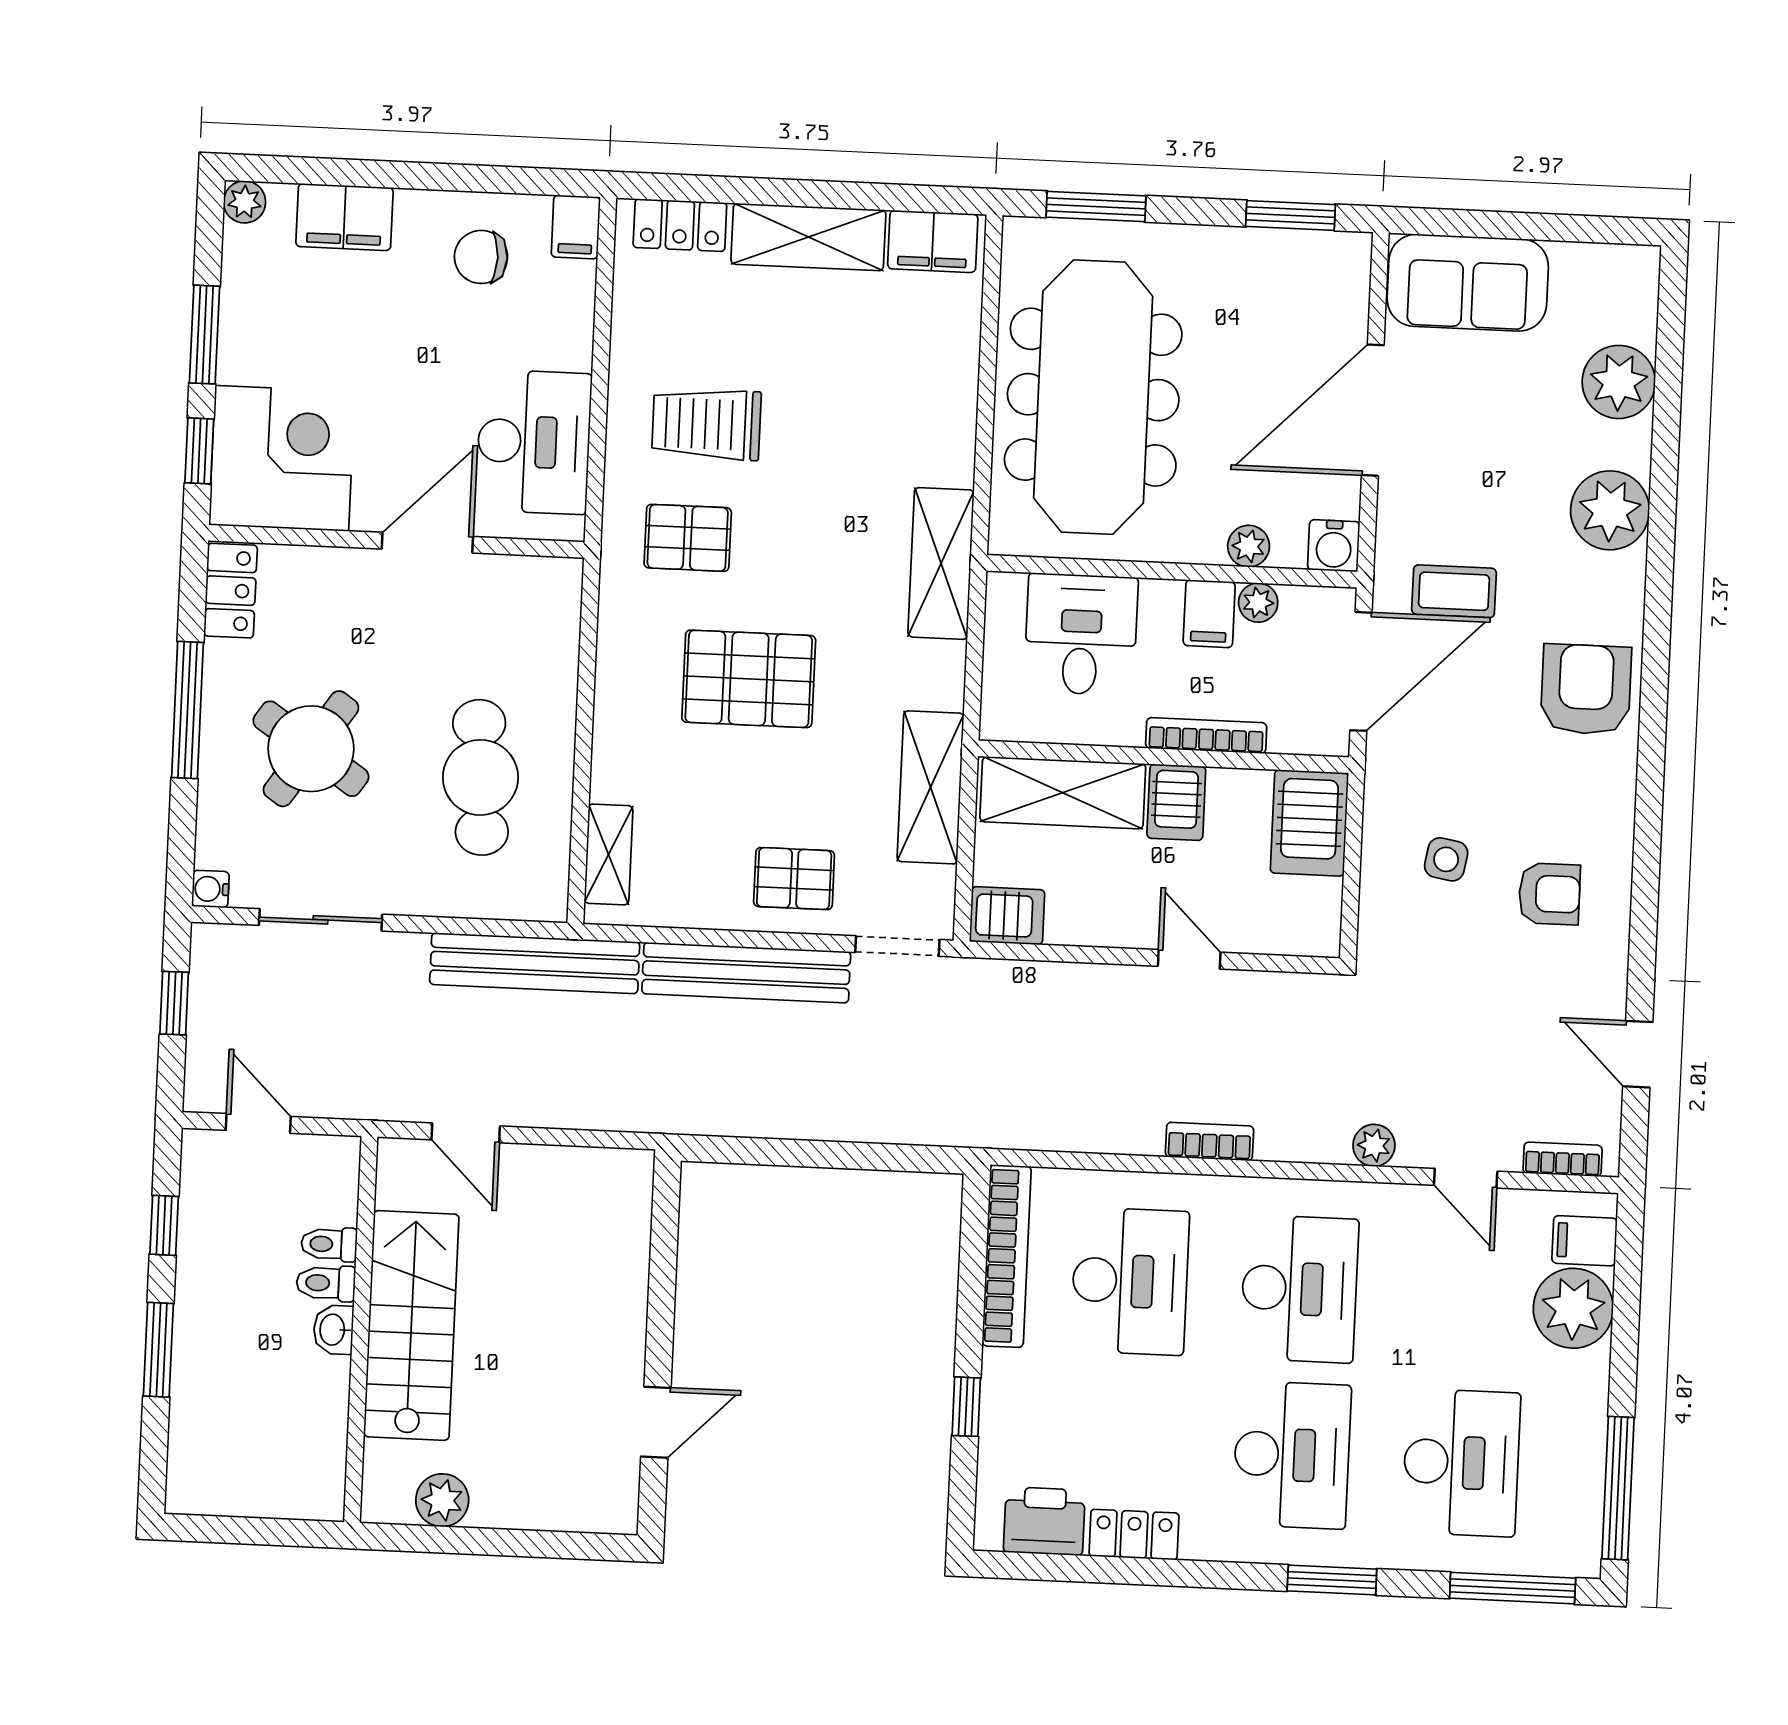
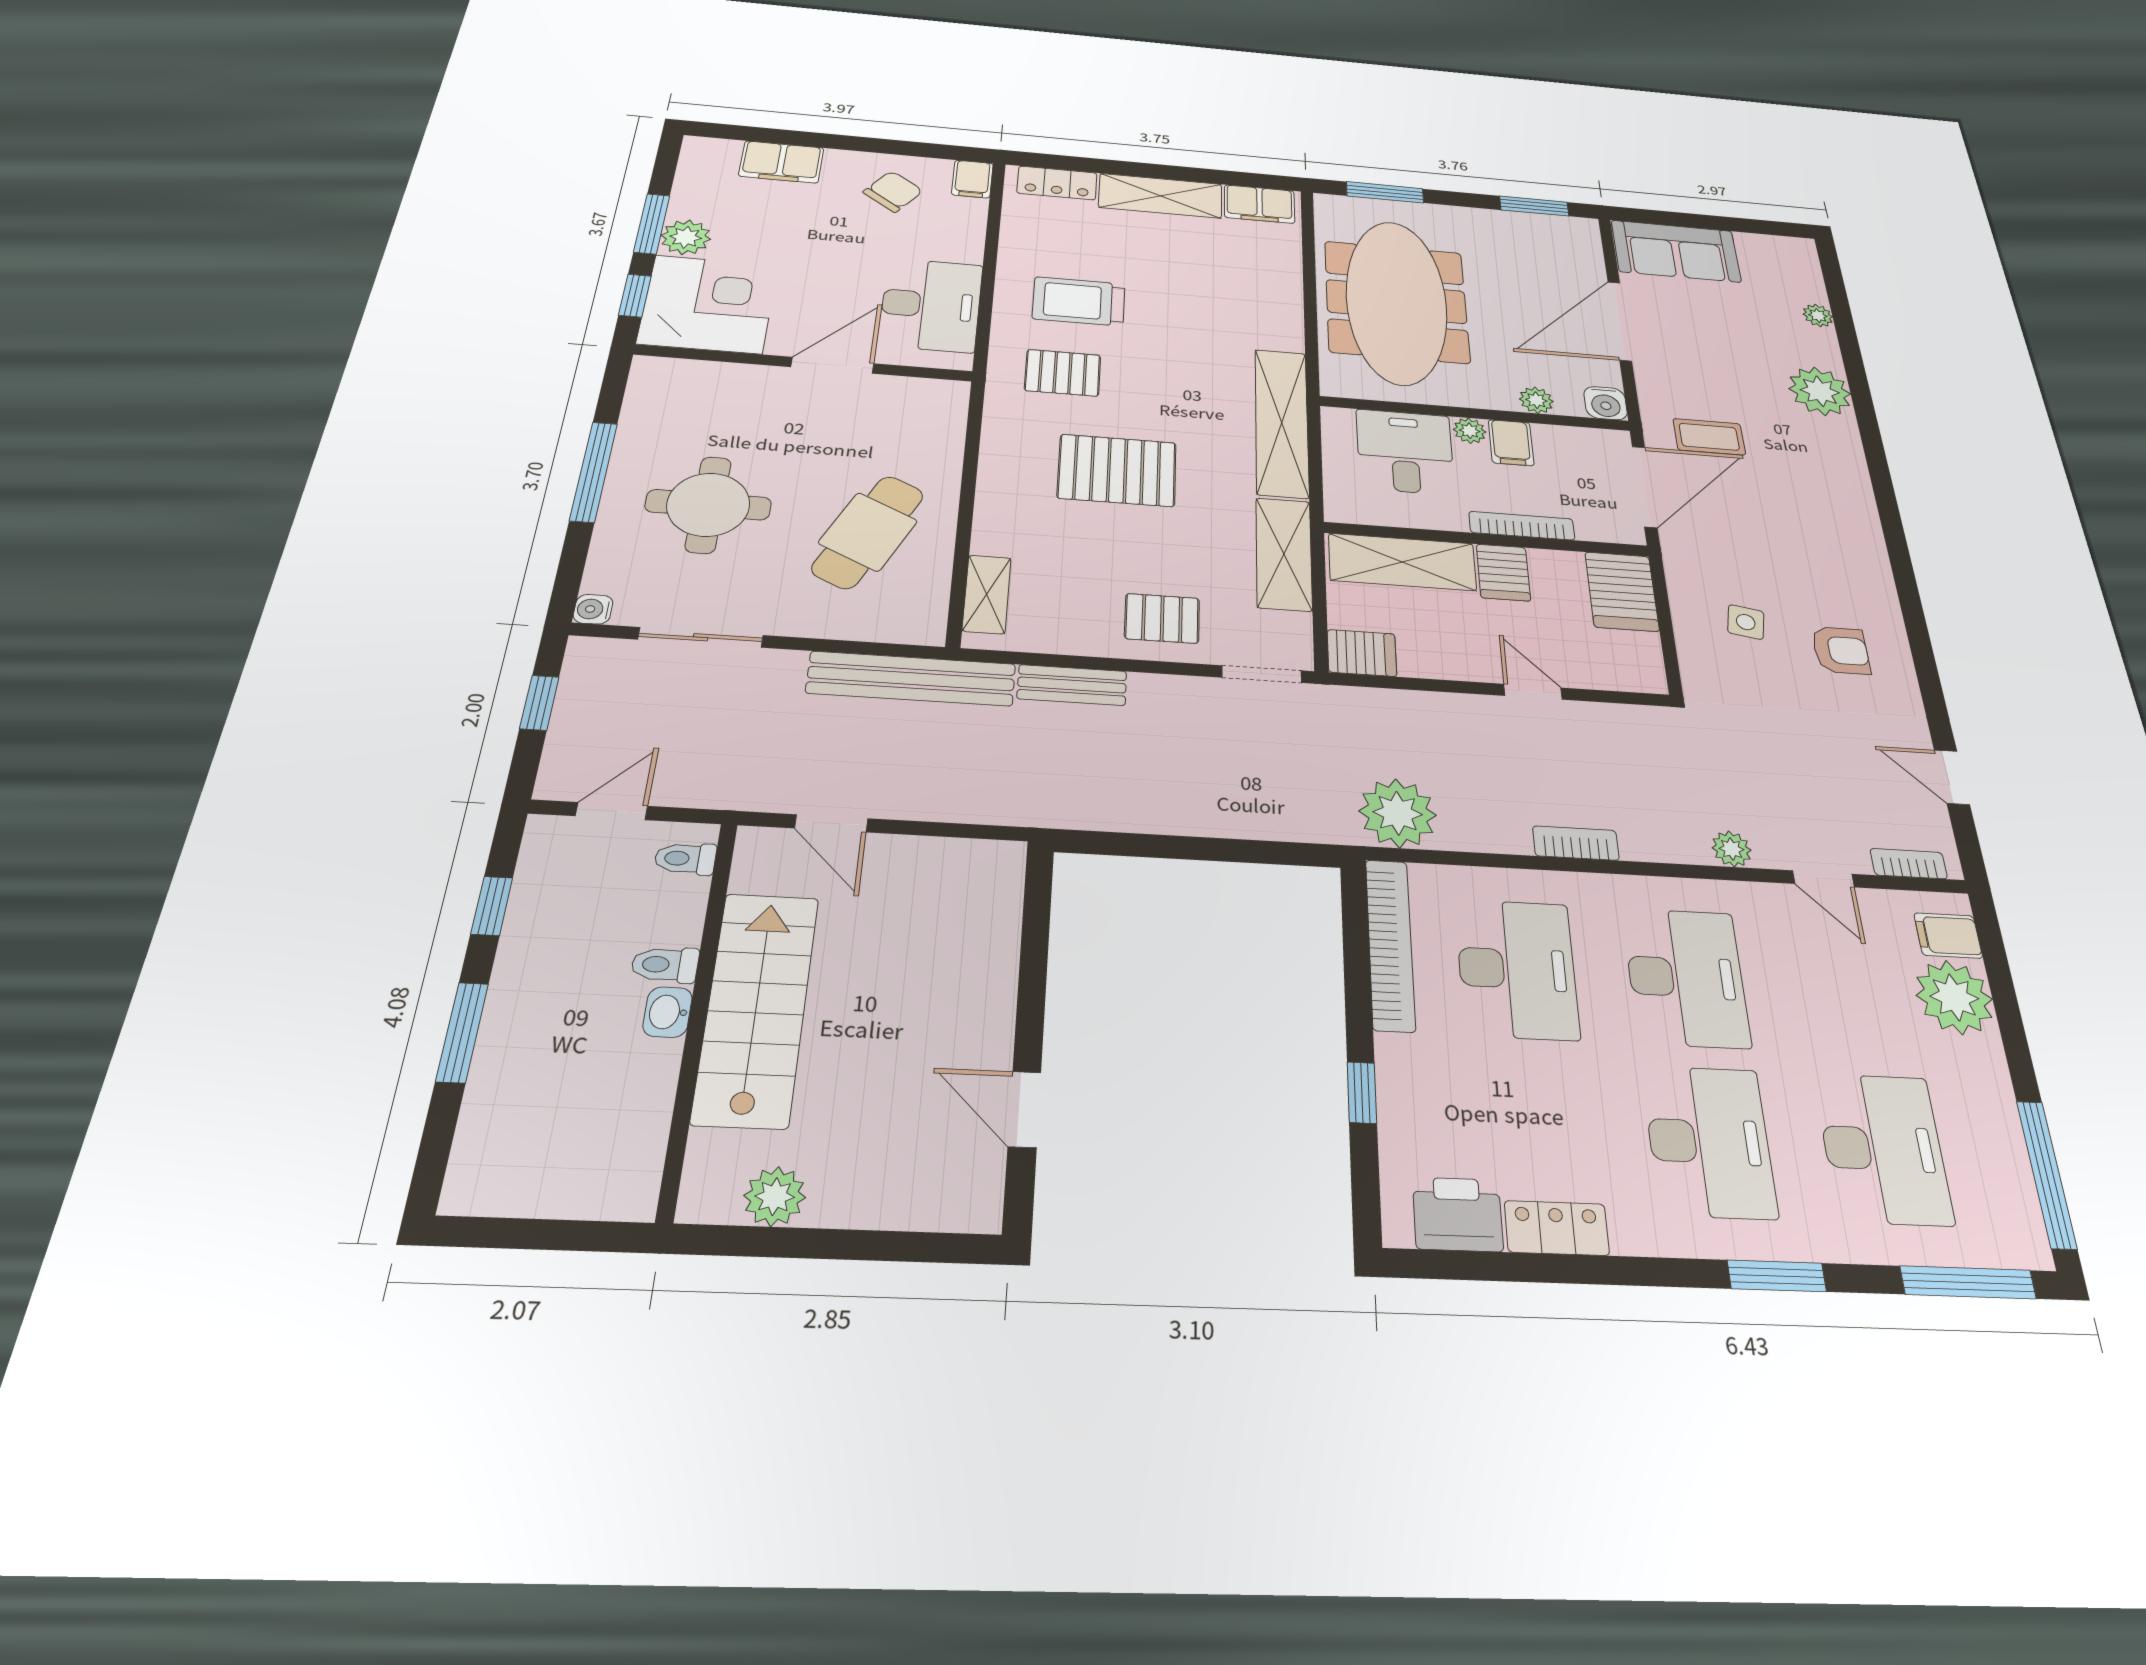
plant: (245, 202) -> (686, 237), moved, width x1.38, depth x1.38
chair: (481, 257) -> (893, 191), turned 126
plant: (1619, 382) -> (1818, 316), width x0.53, depth x0.53
shelving: (941, 563) -> (1282, 422), width x1.47
locker: (231, 591) -> (648, 389), removed
plant: (1258, 603) -> (1470, 431), moved
armchair: (1586, 689) -> (1833, 506), removed
round table: (311, 749) -> (708, 505), turned -34
cafe table: (480, 777) -> (868, 532), turned 30
bench: (746, 973) -> (1072, 685), width x0.54, depth x0.82
plant: (1028, 1110) -> (1398, 813), added
door: (258, 1123) -> (612, 811), hinge flipped
toilet: (329, 1244) -> (685, 859), moved
door: (656, 1422) -> (1024, 1109), swing flipped

